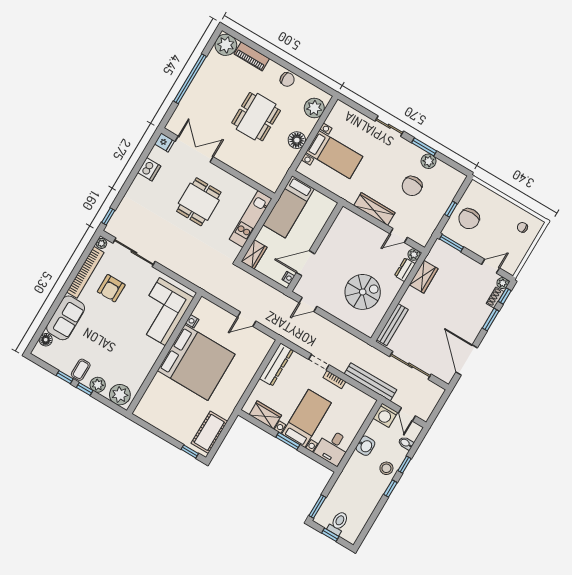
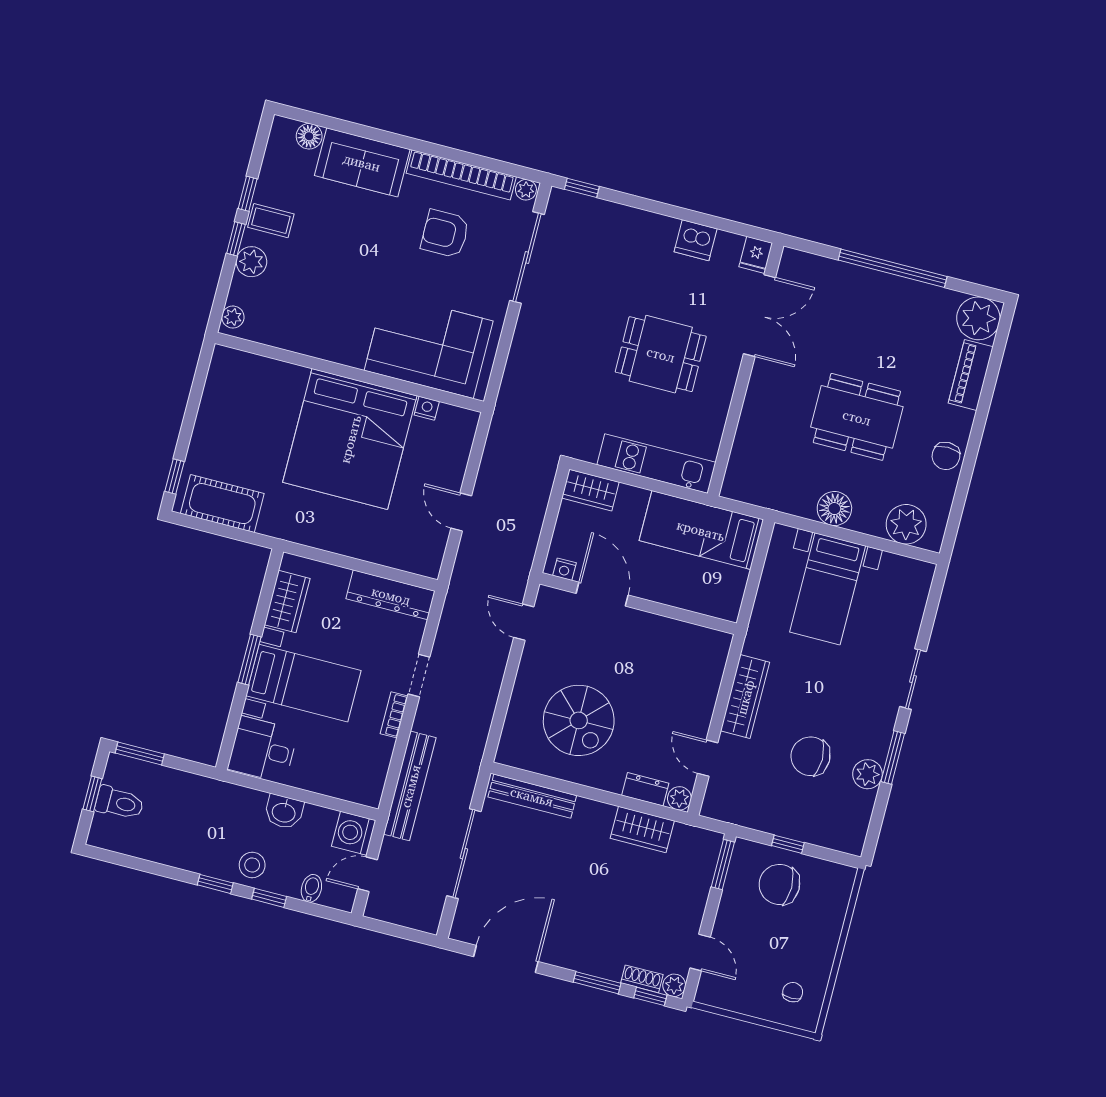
plant: (120, 395) -> (233, 317), width x0.53, depth x0.53

